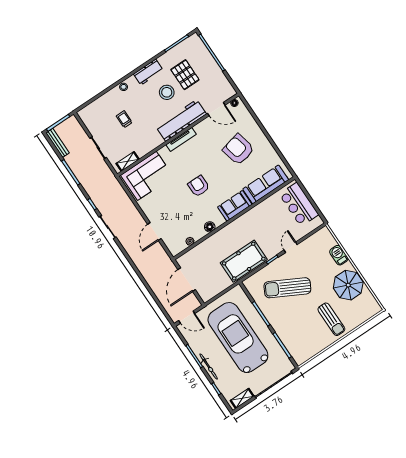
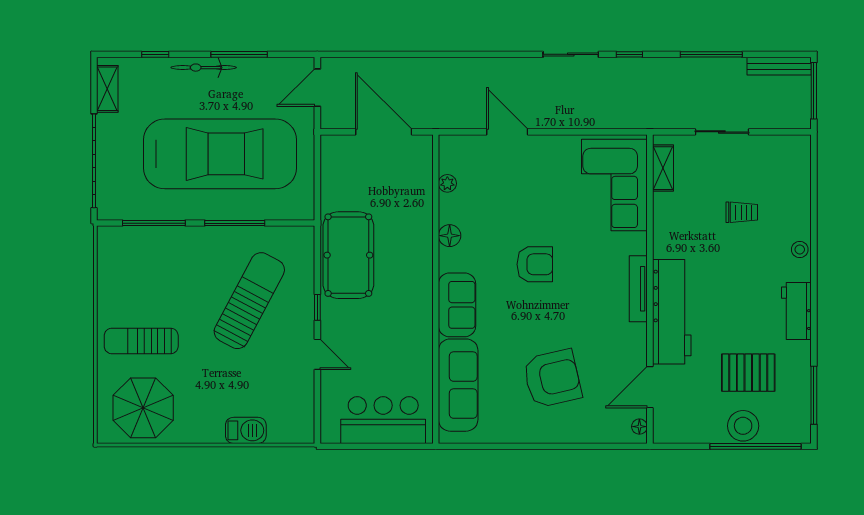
stool: (167, 92) -> (743, 426), moved
parasol: (348, 285) -> (143, 408), moved

